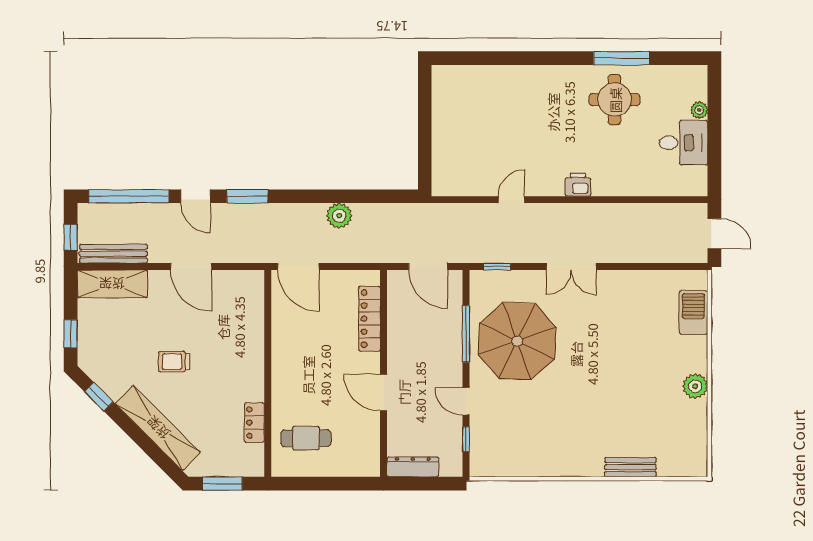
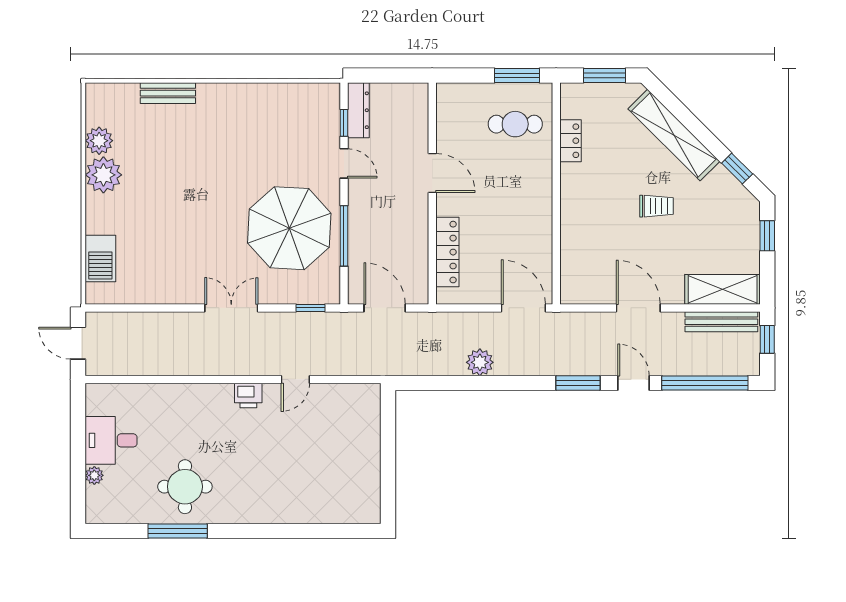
printer: (578, 185) -> (248, 396), moved
plant: (695, 386) -> (103, 175), width x1.36, depth x1.36
plant: (695, 423) -> (99, 141), added
dresser: (413, 467) -> (358, 110), moved, turned -90
window: (304, 484) -> (517, 75), added

